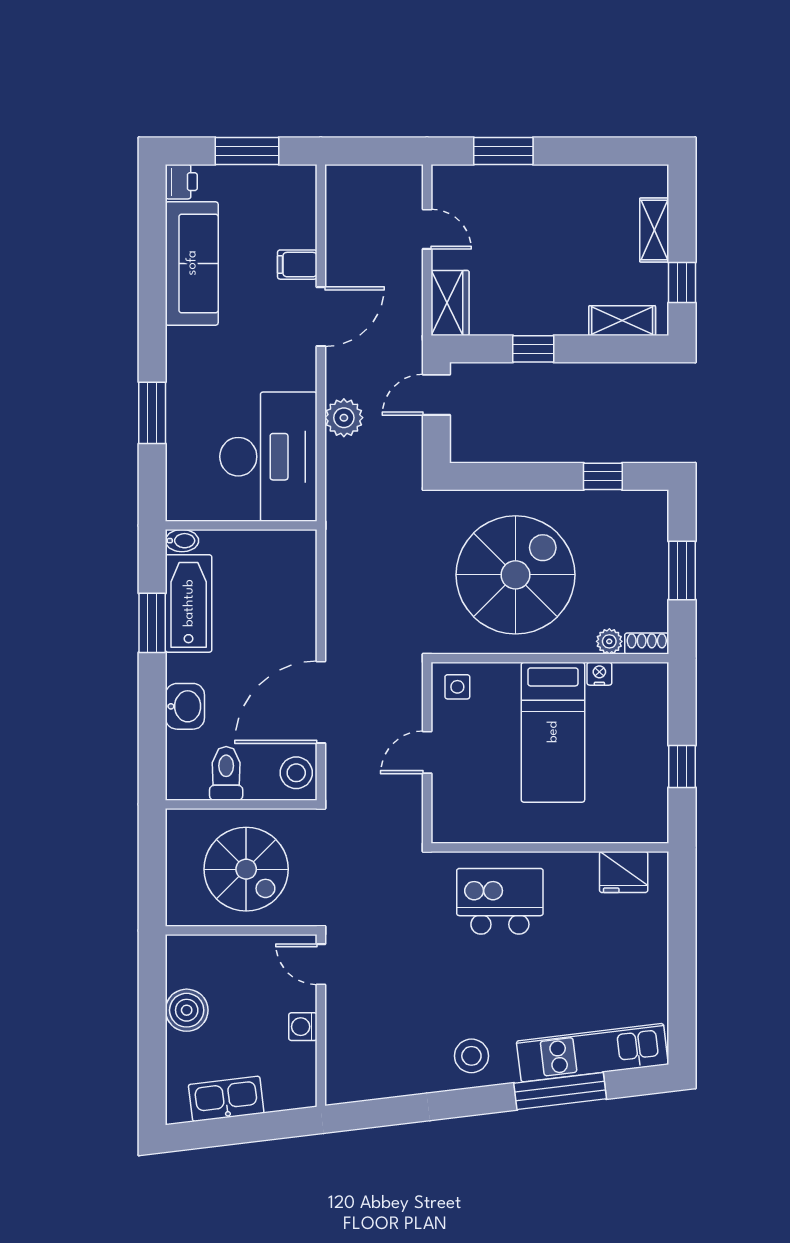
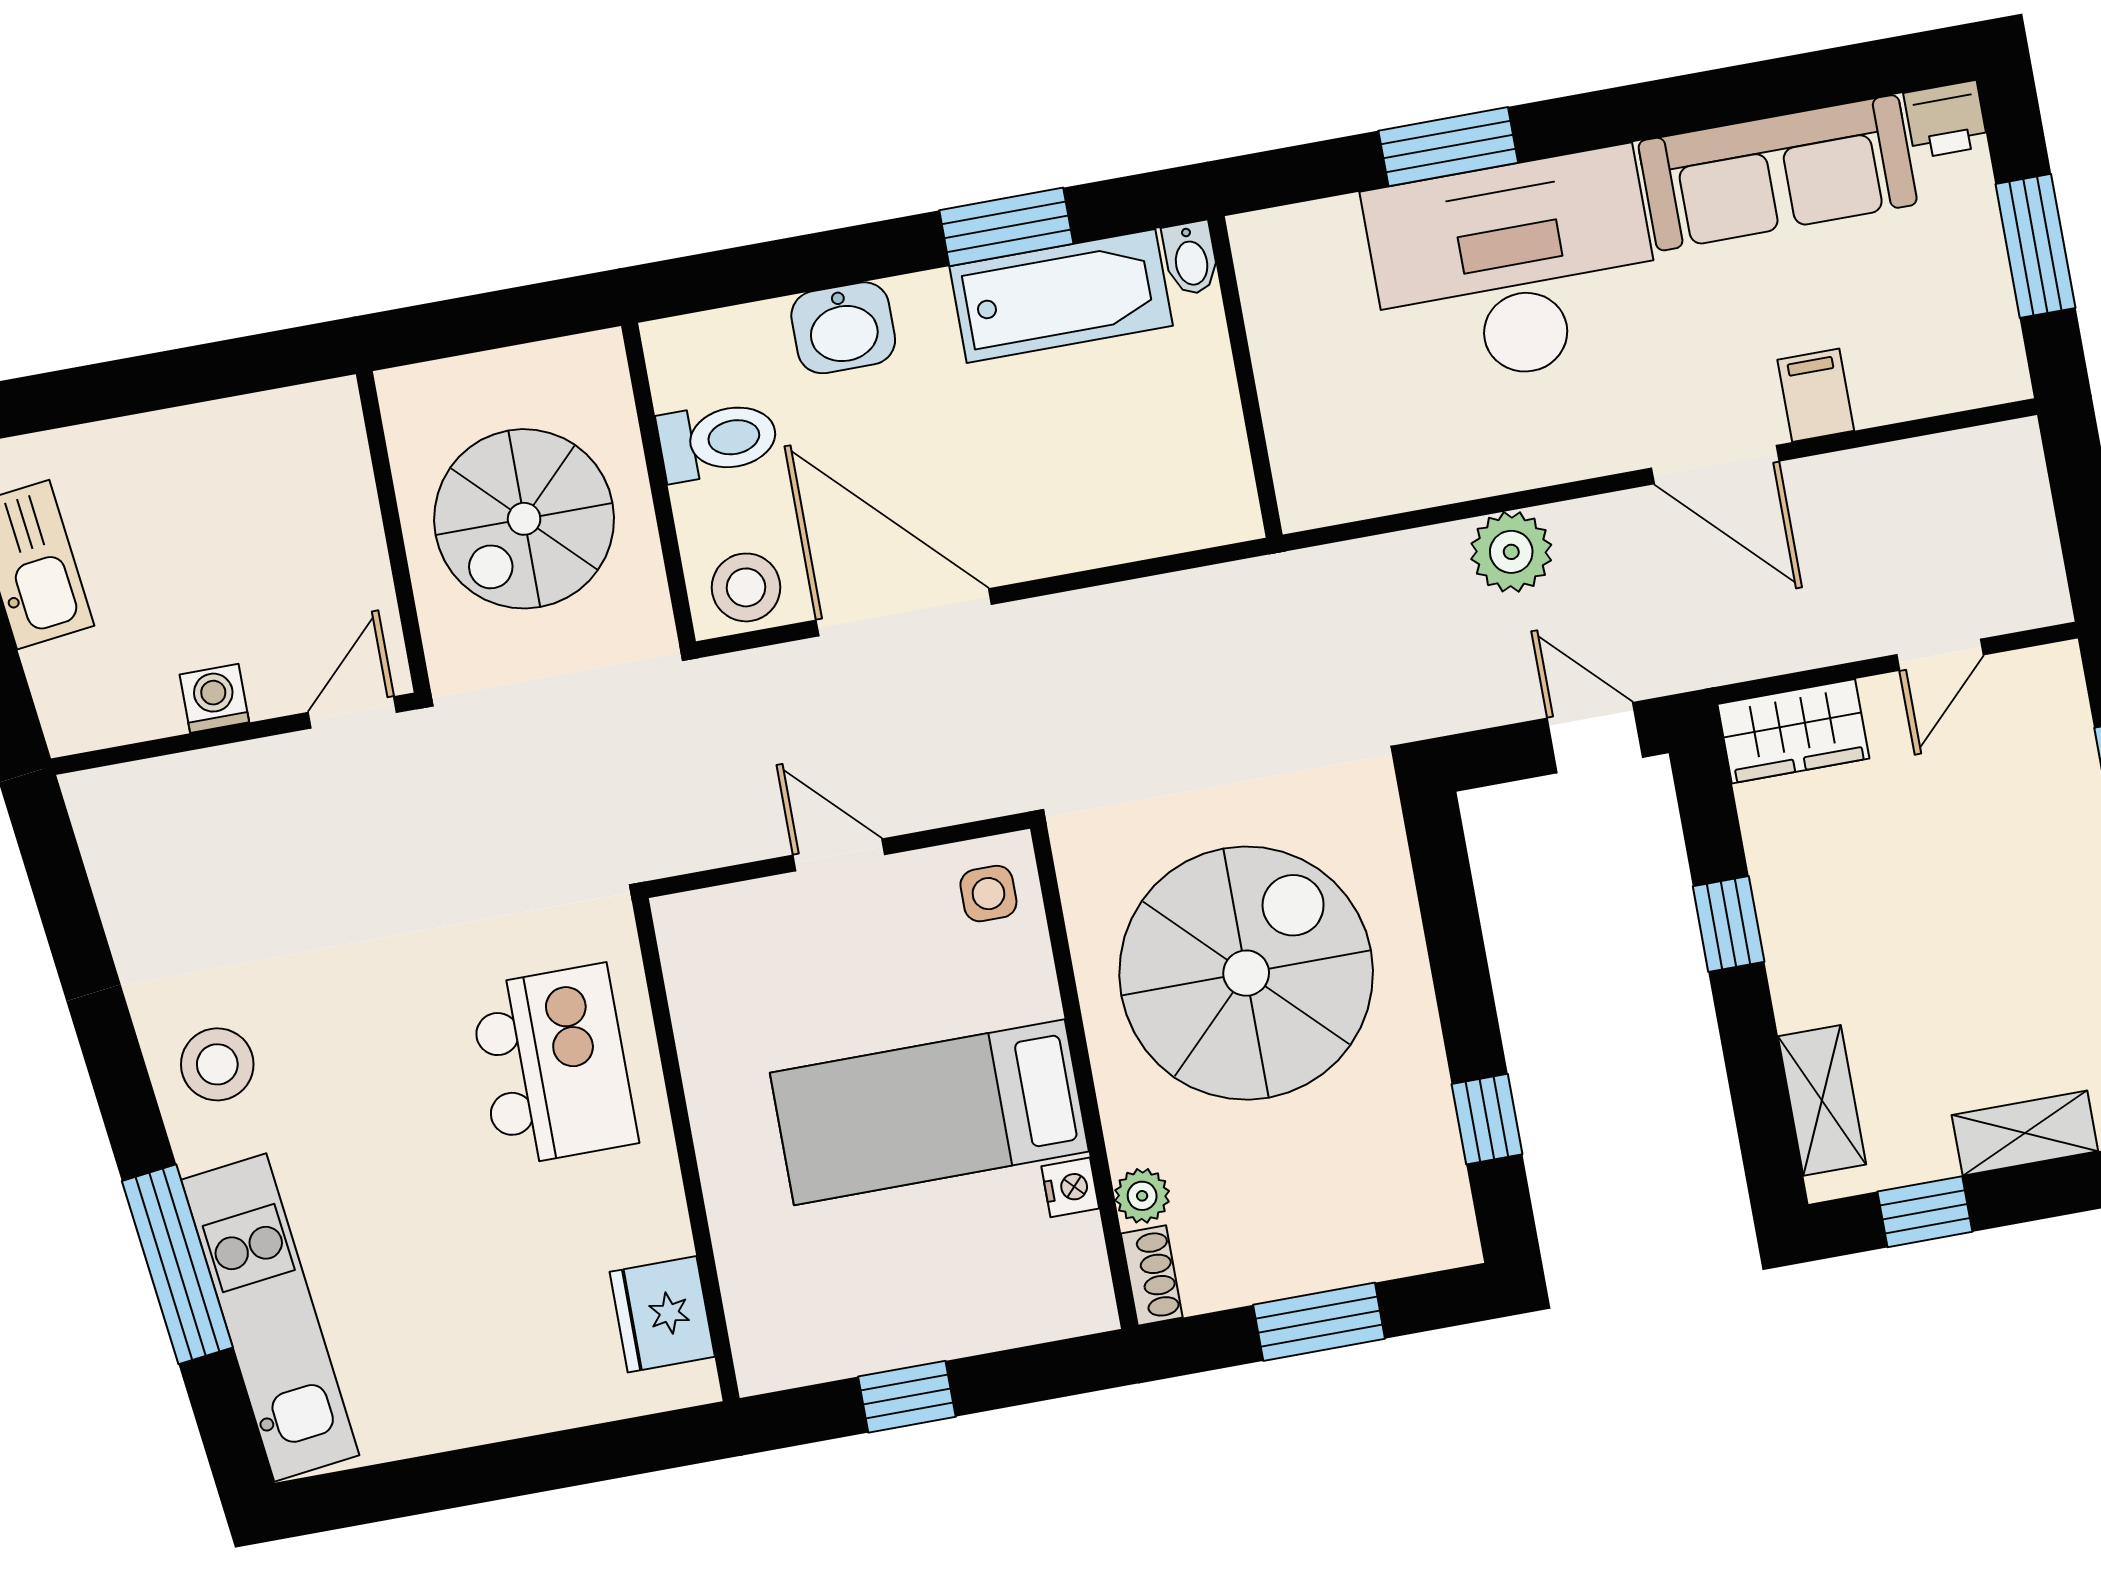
desk: (268, 457) -> (1514, 269), moved, turned 180
spiral stairs: (515, 575) -> (1246, 973), turned -90
boiler: (187, 1010) -> (205, 448), removed

